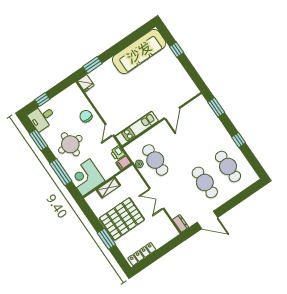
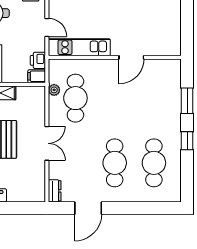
window: (216, 107) -> (187, 101), moved
door: (110, 130) -> (47, 27), swing flipped
double door: (157, 198) -> (47, 143), swing flipped
door: (207, 220) -> (88, 208), hinge flipped

